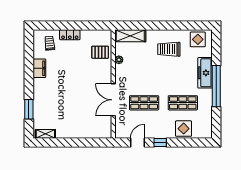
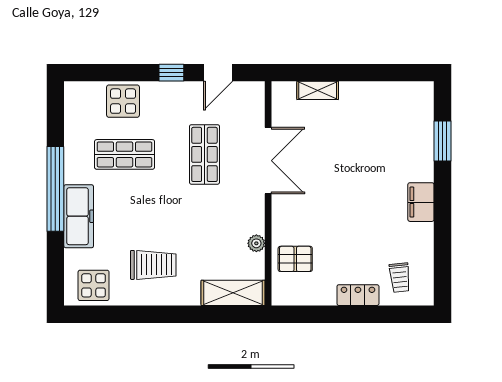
filing cabinet: (39, 68) -> (421, 202), moved
shop shelf: (144, 103) -> (204, 154), turned 90
shelving: (45, 134) -> (318, 90), moved

